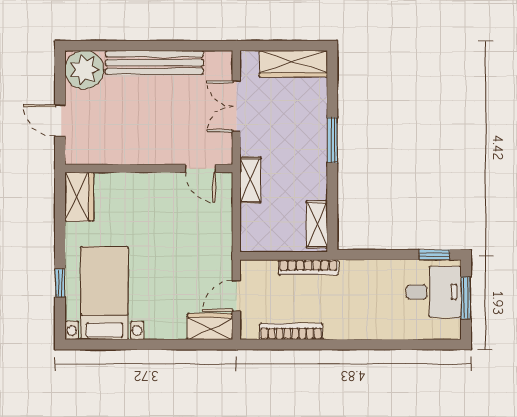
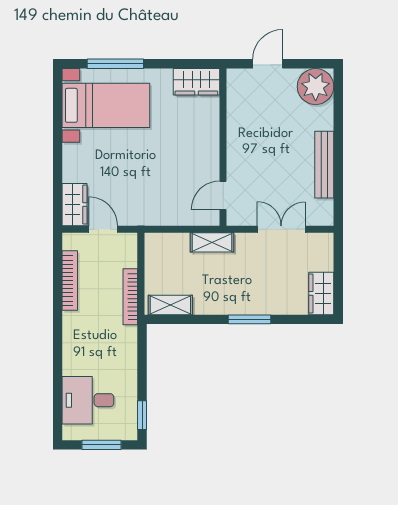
bench: (154, 63) -> (324, 165), width x0.73, depth x0.82
wardrobe: (293, 64) -> (321, 293), width x0.67
window: (60, 283) -> (115, 64), width x2.17
desk: (434, 292) -> (88, 400), moved, turned 90

